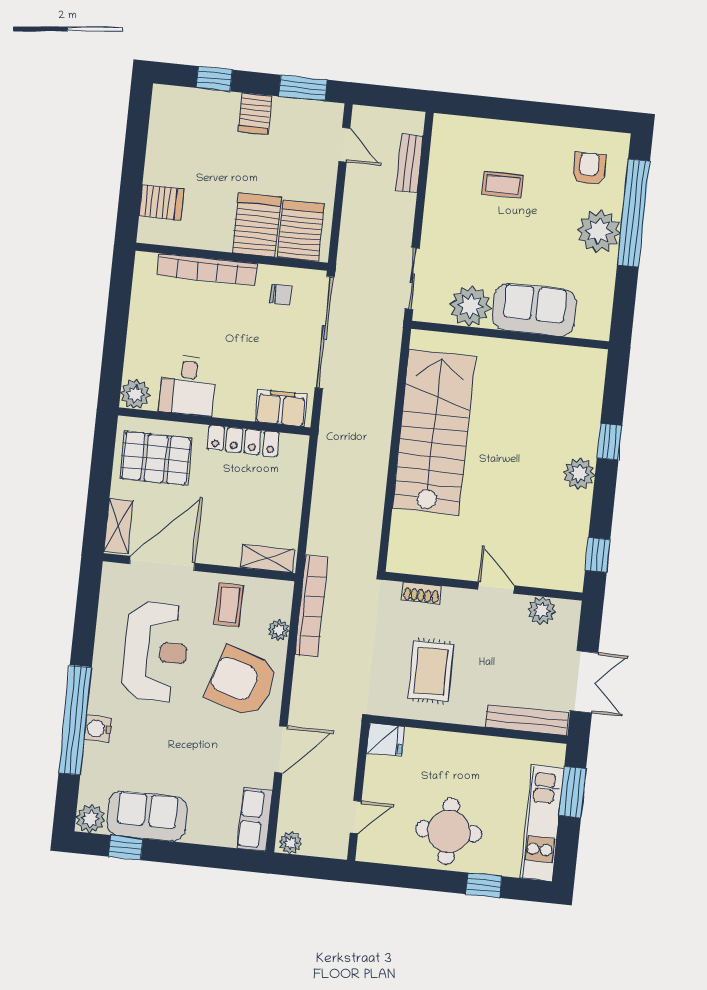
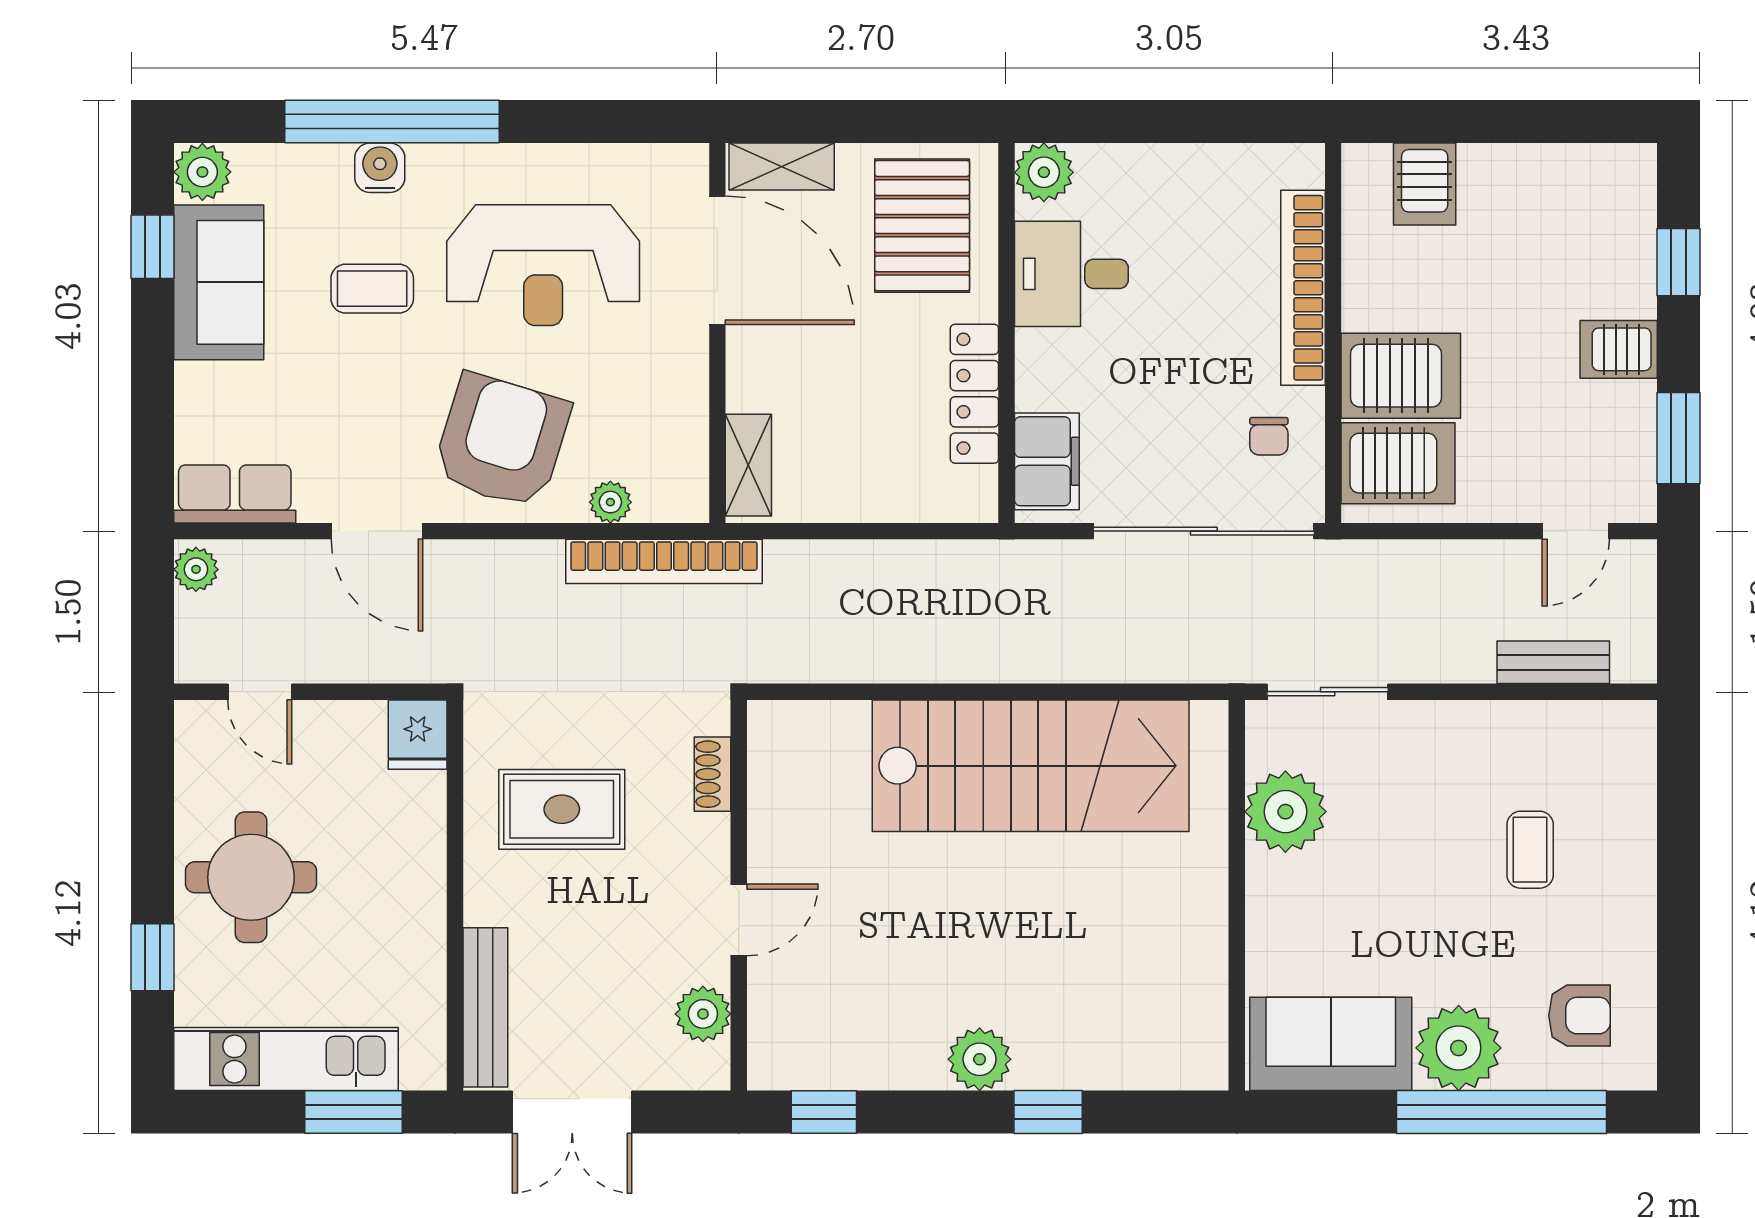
sofa: (534, 310) -> (1331, 1044), moved, turned -90
coffee table: (229, 605) -> (372, 289), moved

